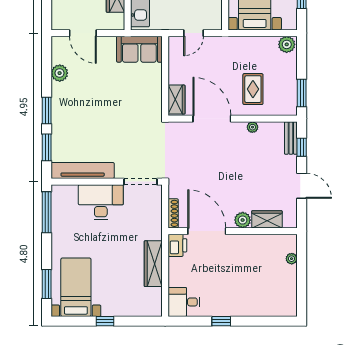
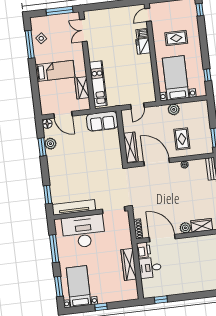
floor lamp: (58, 43) -> (47, 124), added
plant: (287, 44) -> (174, 109), moved
wardrobe: (177, 100) -> (131, 147), width x1.50
window: (47, 111) -> (42, 147), moved
desk: (101, 202) -> (84, 231), width x1.36, depth x1.30
window: (47, 212) -> (54, 249), moved
desk: (184, 302) -> (150, 268), moved
window: (221, 321) -> (161, 300), moved

